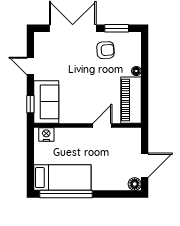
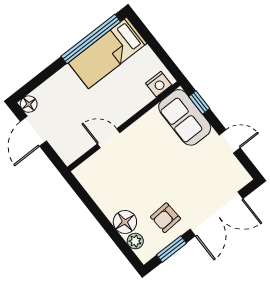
plant: (135, 50) -> (135, 241), added
floor lamp: (136, 71) -> (125, 222), width x1.89, depth x1.89
piano: (131, 100) -> (99, 187), removed
door: (102, 125) -> (109, 138), swing flipped

